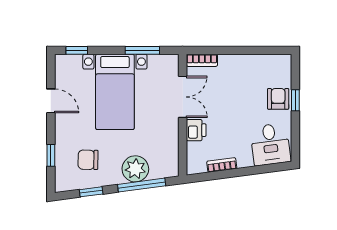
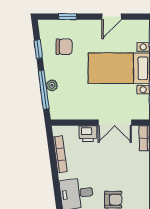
chair: (88, 160) -> (64, 47), turned 89
bookcase: (222, 165) -> (60, 154), width x1.56
plant: (135, 169) -> (52, 85), width x0.53, depth x0.53

